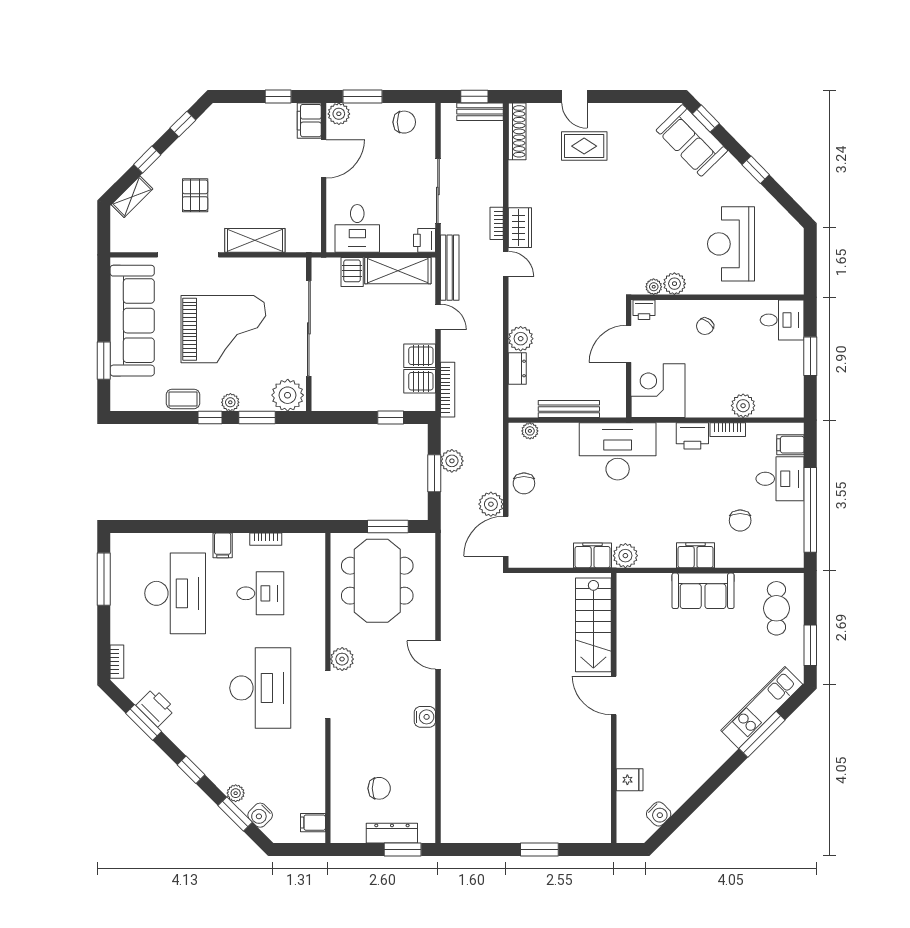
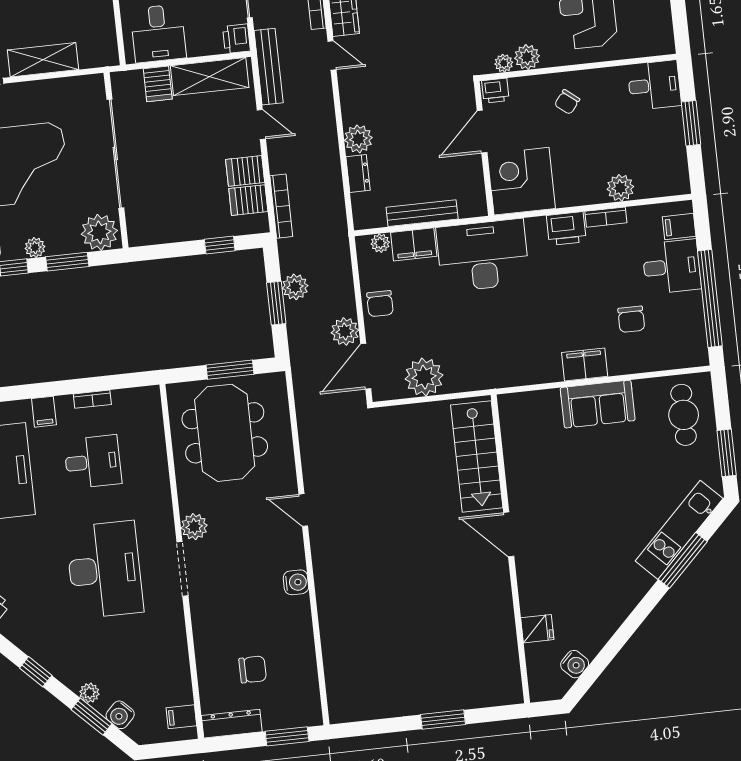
filing cabinet: (593, 555) -> (414, 244), moved, turned 180
plant: (625, 556) -> (424, 377), moved, width x1.36, depth x1.36
dresser: (392, 833) -> (232, 724), moved

